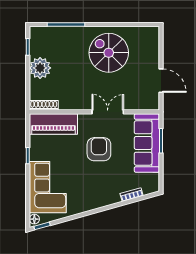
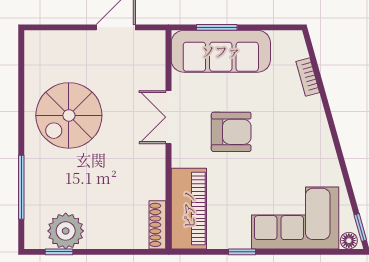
plant: (40, 68) -> (66, 231), moved
armchair: (99, 149) -> (231, 132), turned 180

